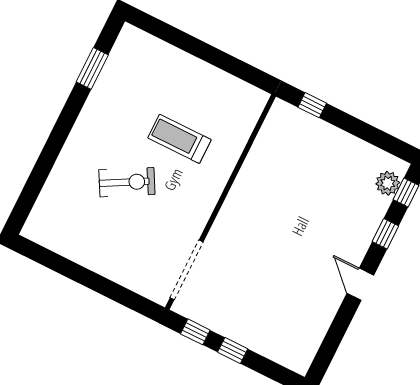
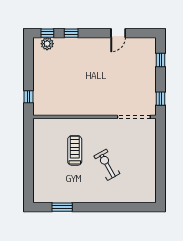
treadmill: (179, 139) -> (75, 150), turned 180
door: (360, 284) -> (118, 33), moved
window: (233, 350) -> (161, 60), moved

